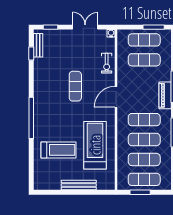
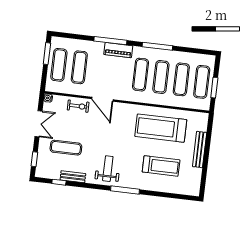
double door: (85, 27) -> (39, 124), swing flipped
bench: (38, 45) -> (73, 177), moved
exercise mat: (75, 86) -> (66, 148), moved
door: (116, 97) -> (102, 99), moved
weight bench: (50, 99) -> (108, 169), added
window: (31, 118) -> (125, 190), width x0.68
treadmill: (59, 150) -> (161, 166), turned 90

